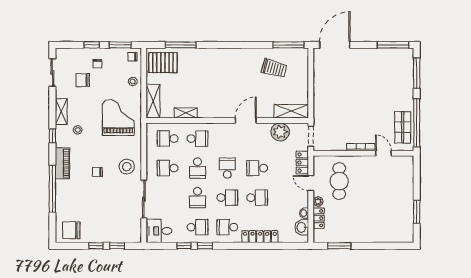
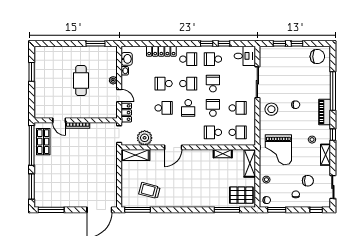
window: (92, 45) -> (316, 210), moved
cafe table: (339, 181) -> (81, 80), moved
school desk: (227, 198) -> (188, 84), turned 180
locker: (319, 218) -> (113, 67), removed

